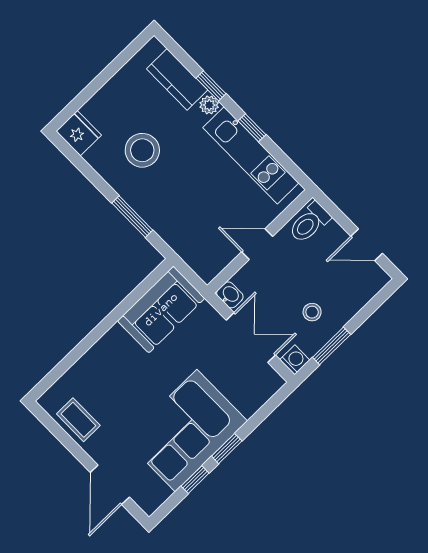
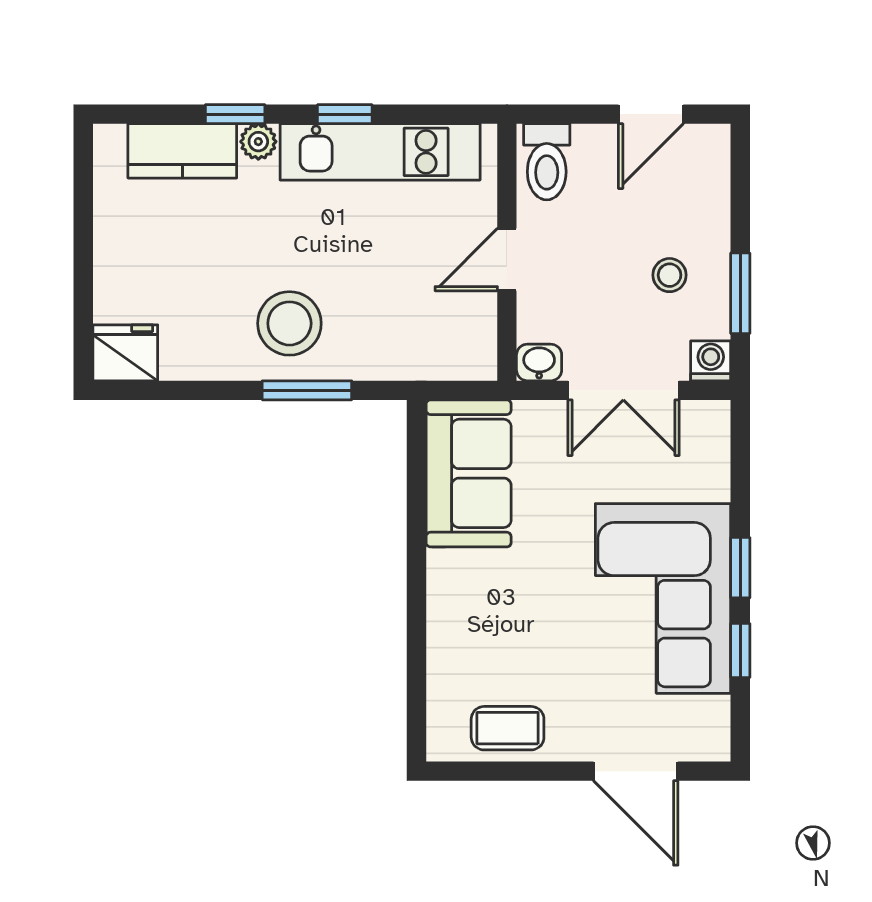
stool: (142, 150) -> (289, 323), moved
double door: (251, 338) -> (623, 390), swing flipped

